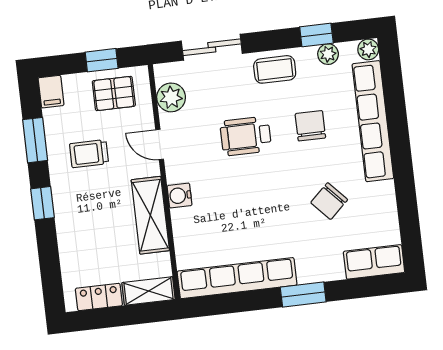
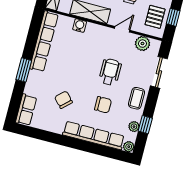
water cooler: (180, 196) -> (80, 26), moved

